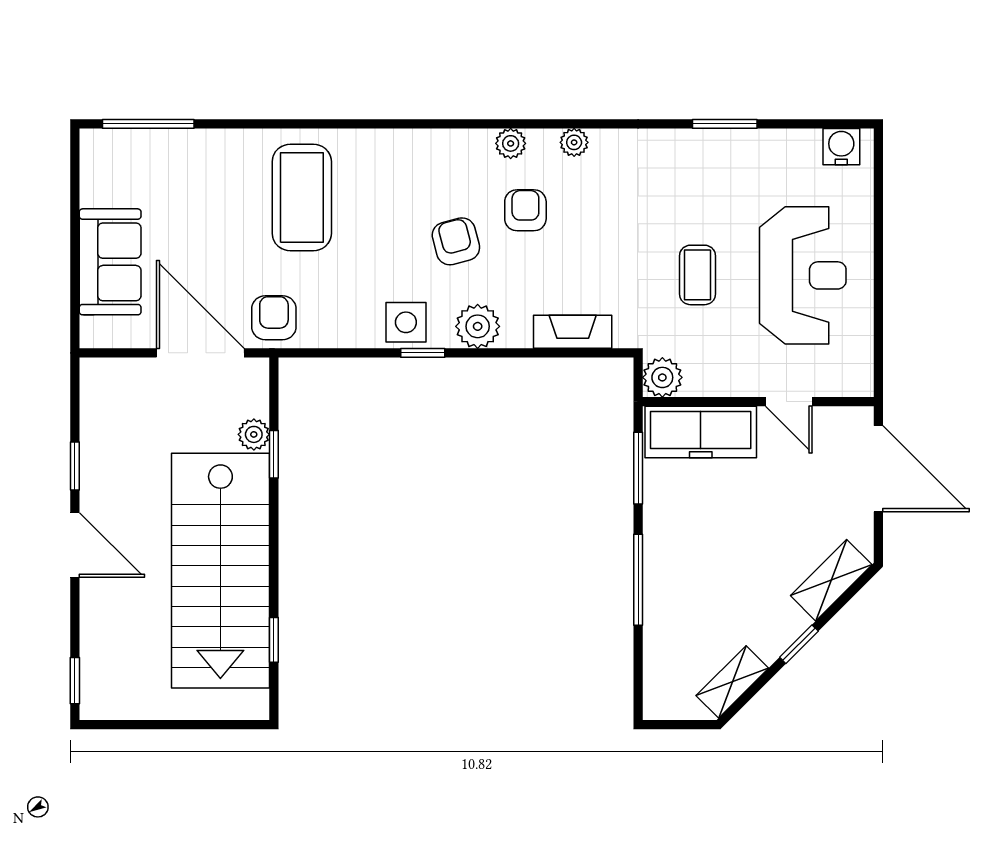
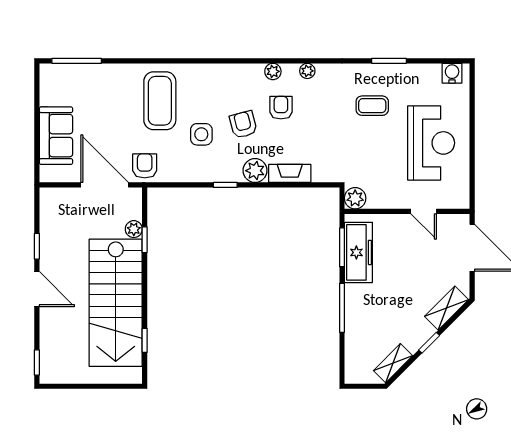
coffee table: (697, 275) -> (372, 106), moved, turned 90
side table: (406, 322) -> (201, 134), moved
fireplace: (573, 332) -> (290, 173), moved
freezer: (701, 432) -> (358, 252), moved, turned -90

